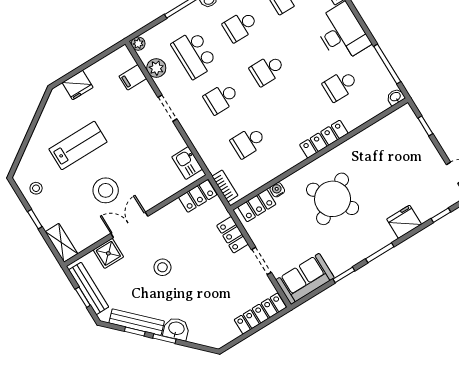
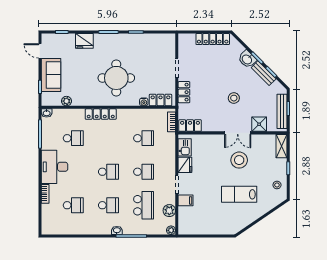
filing cabinet: (133, 77) -> (186, 200), moved
fridge: (78, 85) -> (185, 165), moved, turned 90
plant: (379, 129) -> (66, 101), added
round table: (333, 199) -> (116, 78), turned 33
sofa: (305, 279) -> (51, 75), moved, turned -90
locker: (260, 314) -> (213, 39), moved
bench: (137, 322) -> (264, 73), width x0.73

